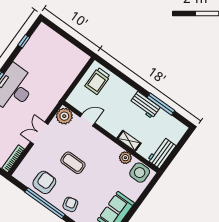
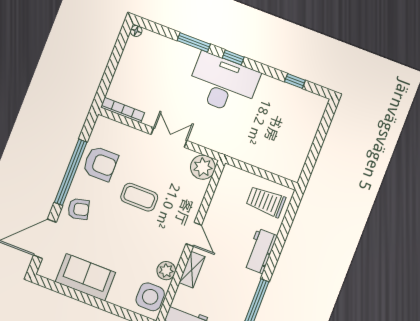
workbench: (145, 105) -> (260, 251), moved
door: (88, 120) -> (194, 234), moved
coffee table: (73, 163) -> (139, 197), turned 90

